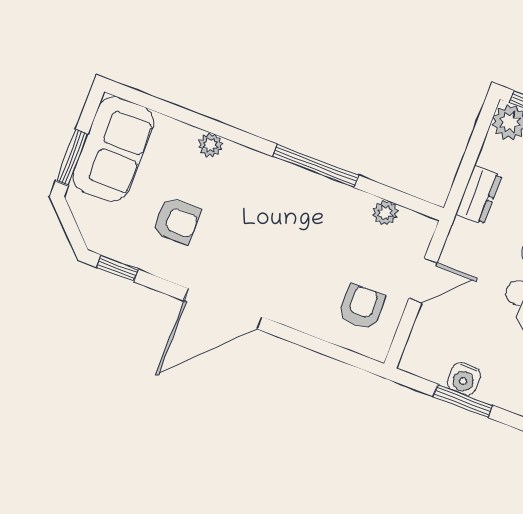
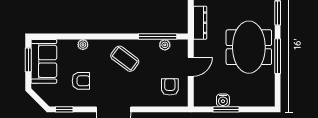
window: (72, 157) -> (28, 60), moved
window: (316, 166) -> (158, 37), moved
dresser: (479, 195) -> (200, 23), width x1.44
coffee table: (288, 210) -> (125, 59), added

